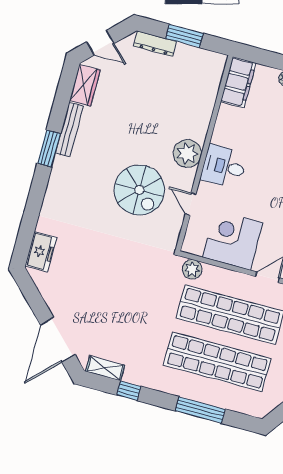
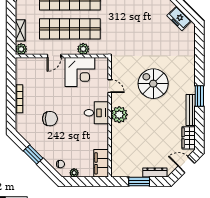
spiral stairs: (139, 190) -> (153, 84), moved
freezer: (41, 252) -> (179, 18), moved, turned -45
plant: (192, 269) -> (83, 49), moved

